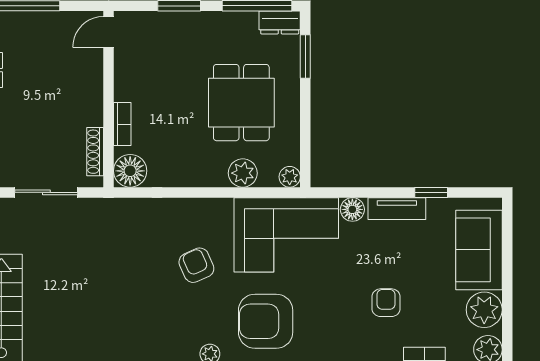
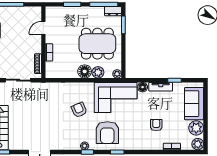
door: (109, 32) -> (43, 28), moved
dining table: (241, 103) -> (97, 44), width x1.38
floor lamp: (130, 171) -> (85, 71), moved
armchair: (266, 321) -> (107, 133), turned -90

